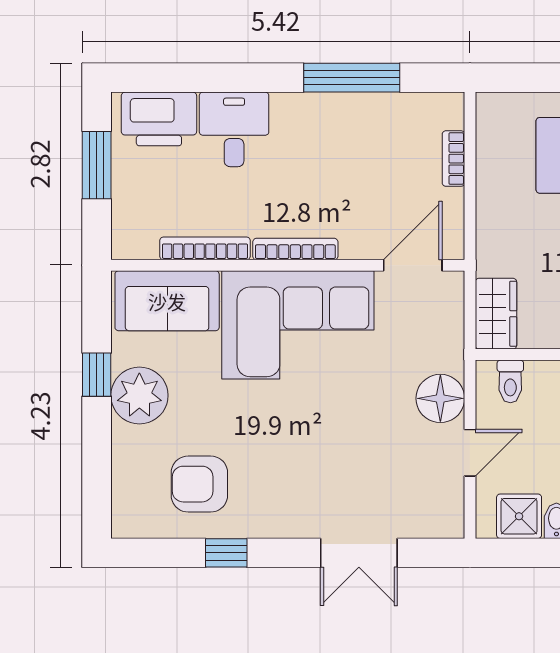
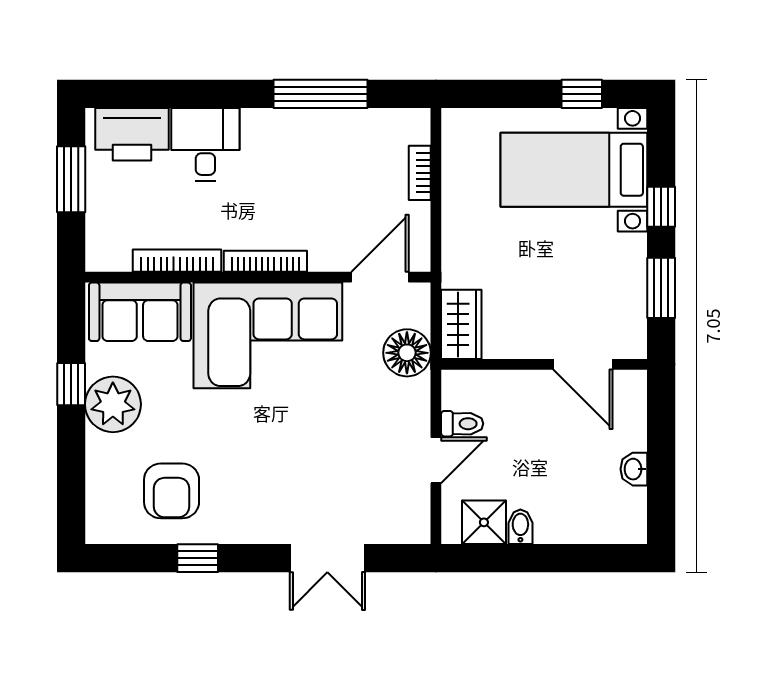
toilet: (510, 381) -> (462, 424), moved, turned -90
floor lamp: (440, 398) -> (407, 353), moved
armchair: (199, 484) -> (172, 491), turned -90

